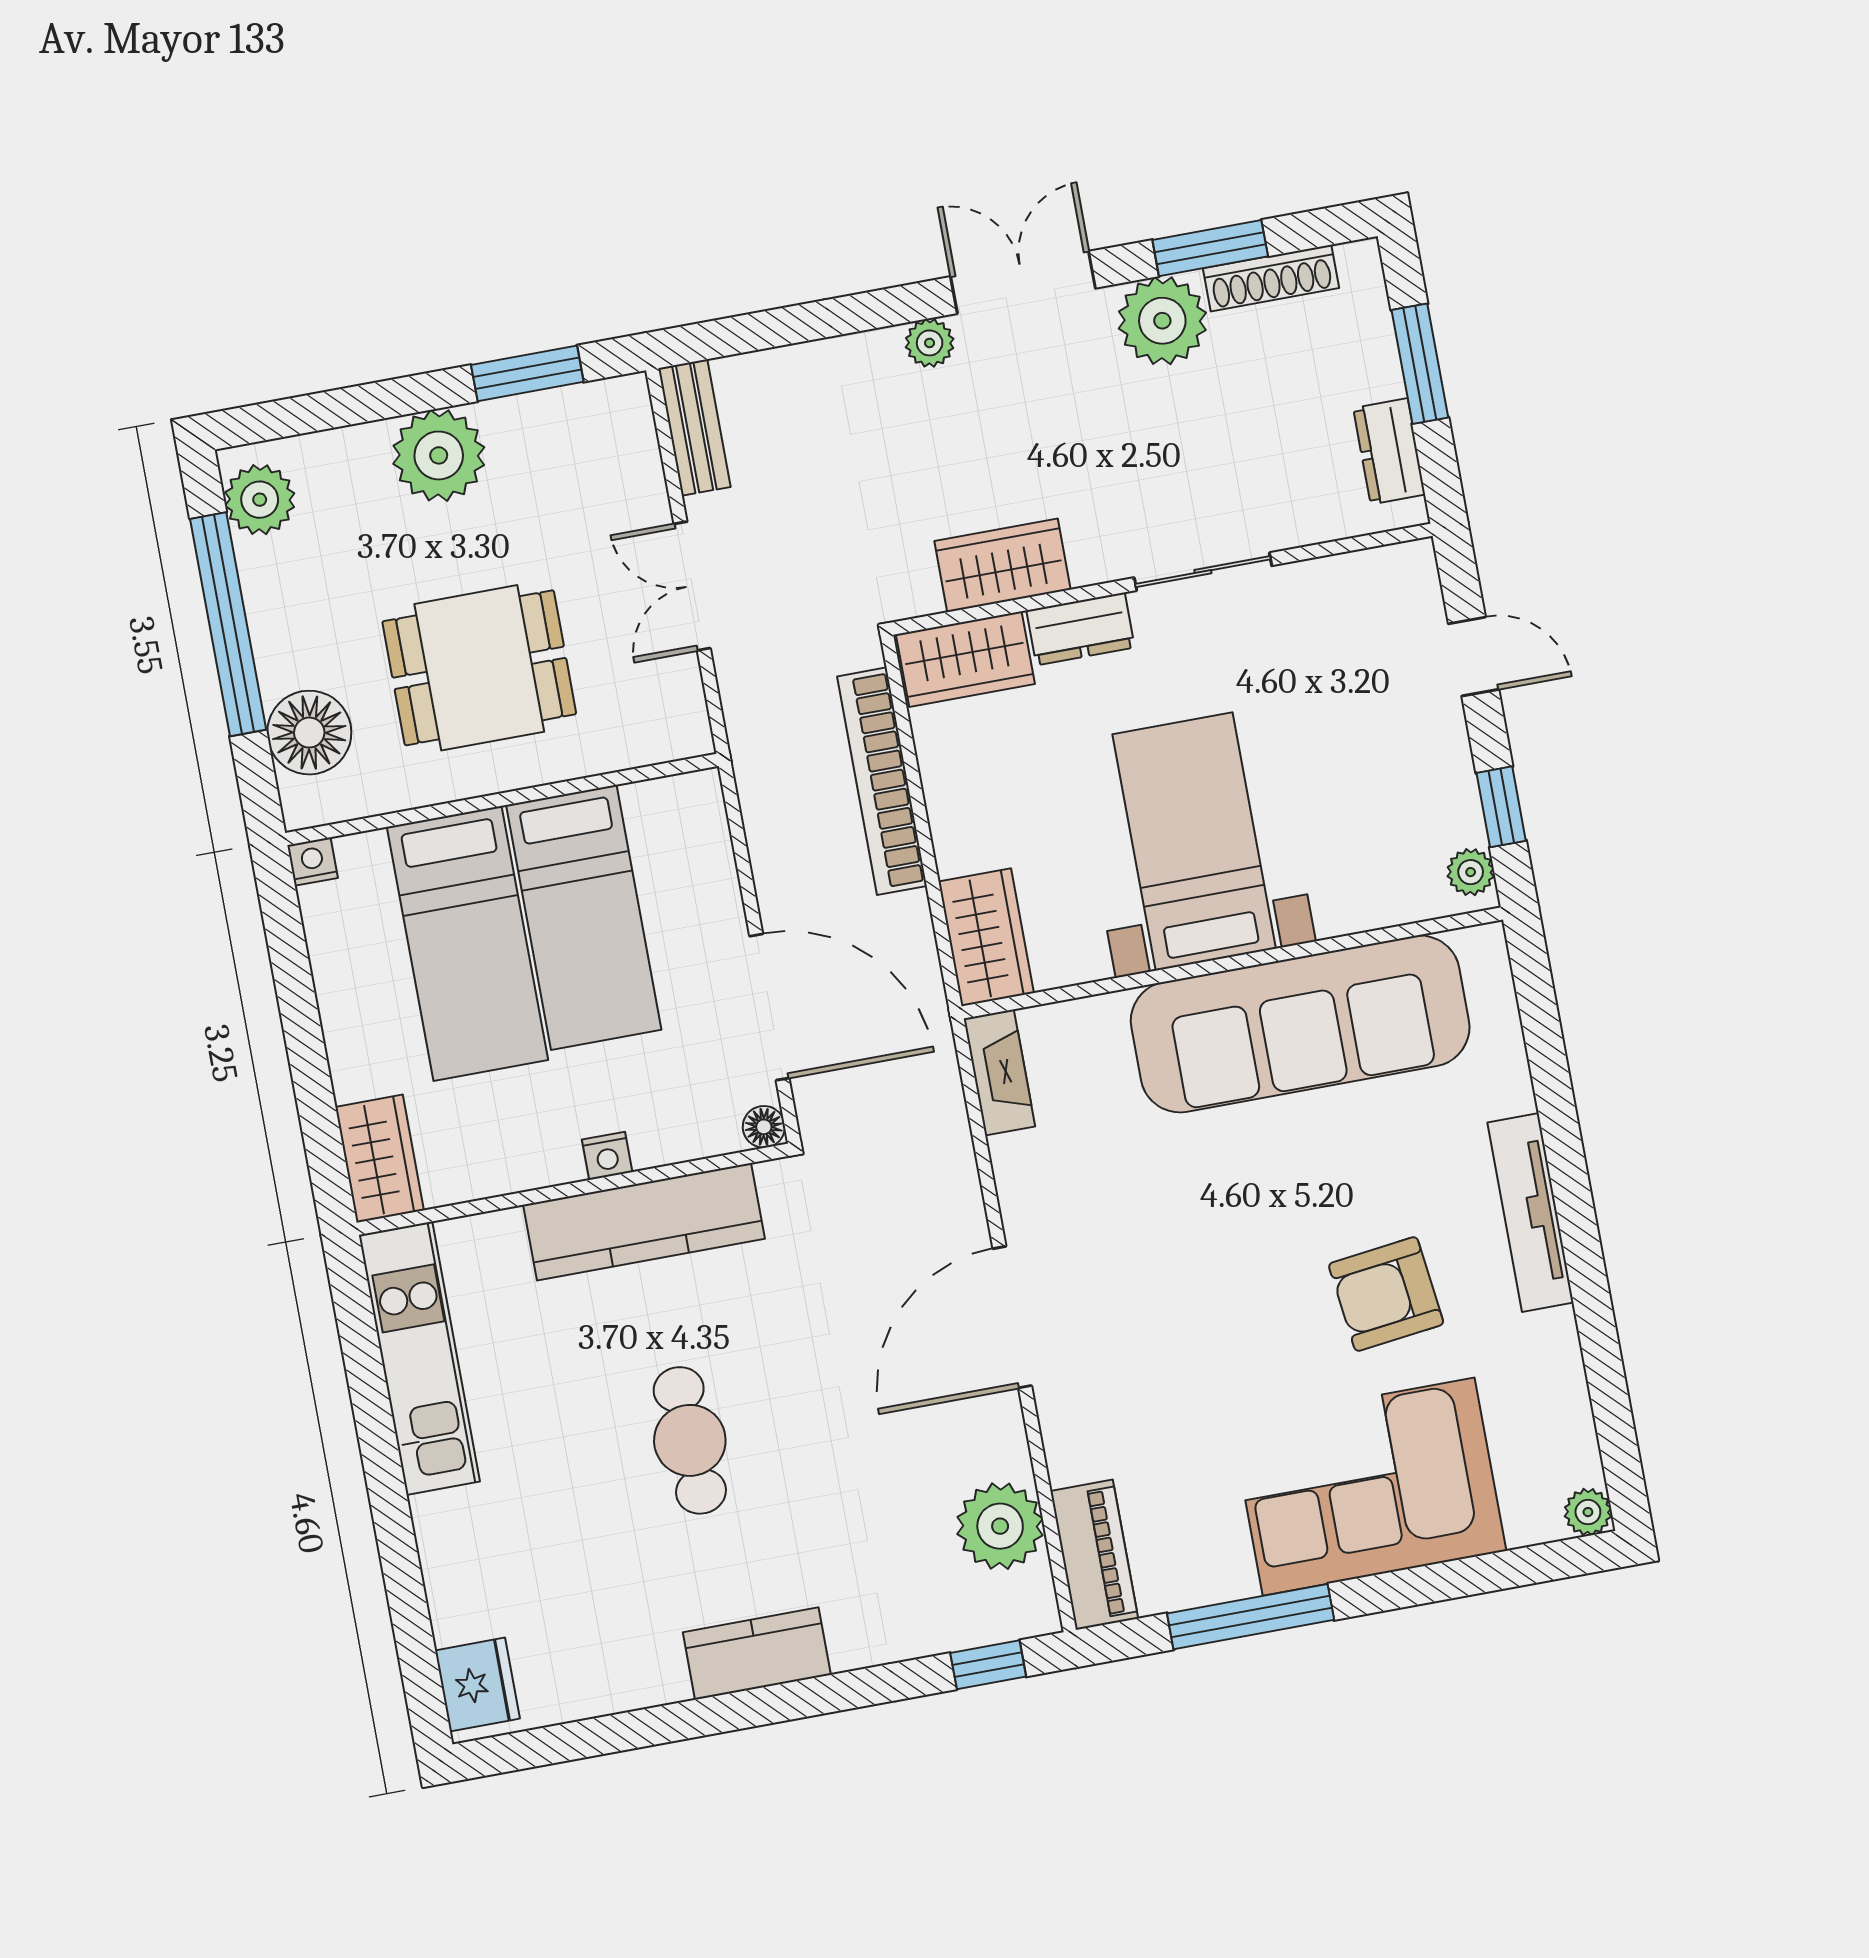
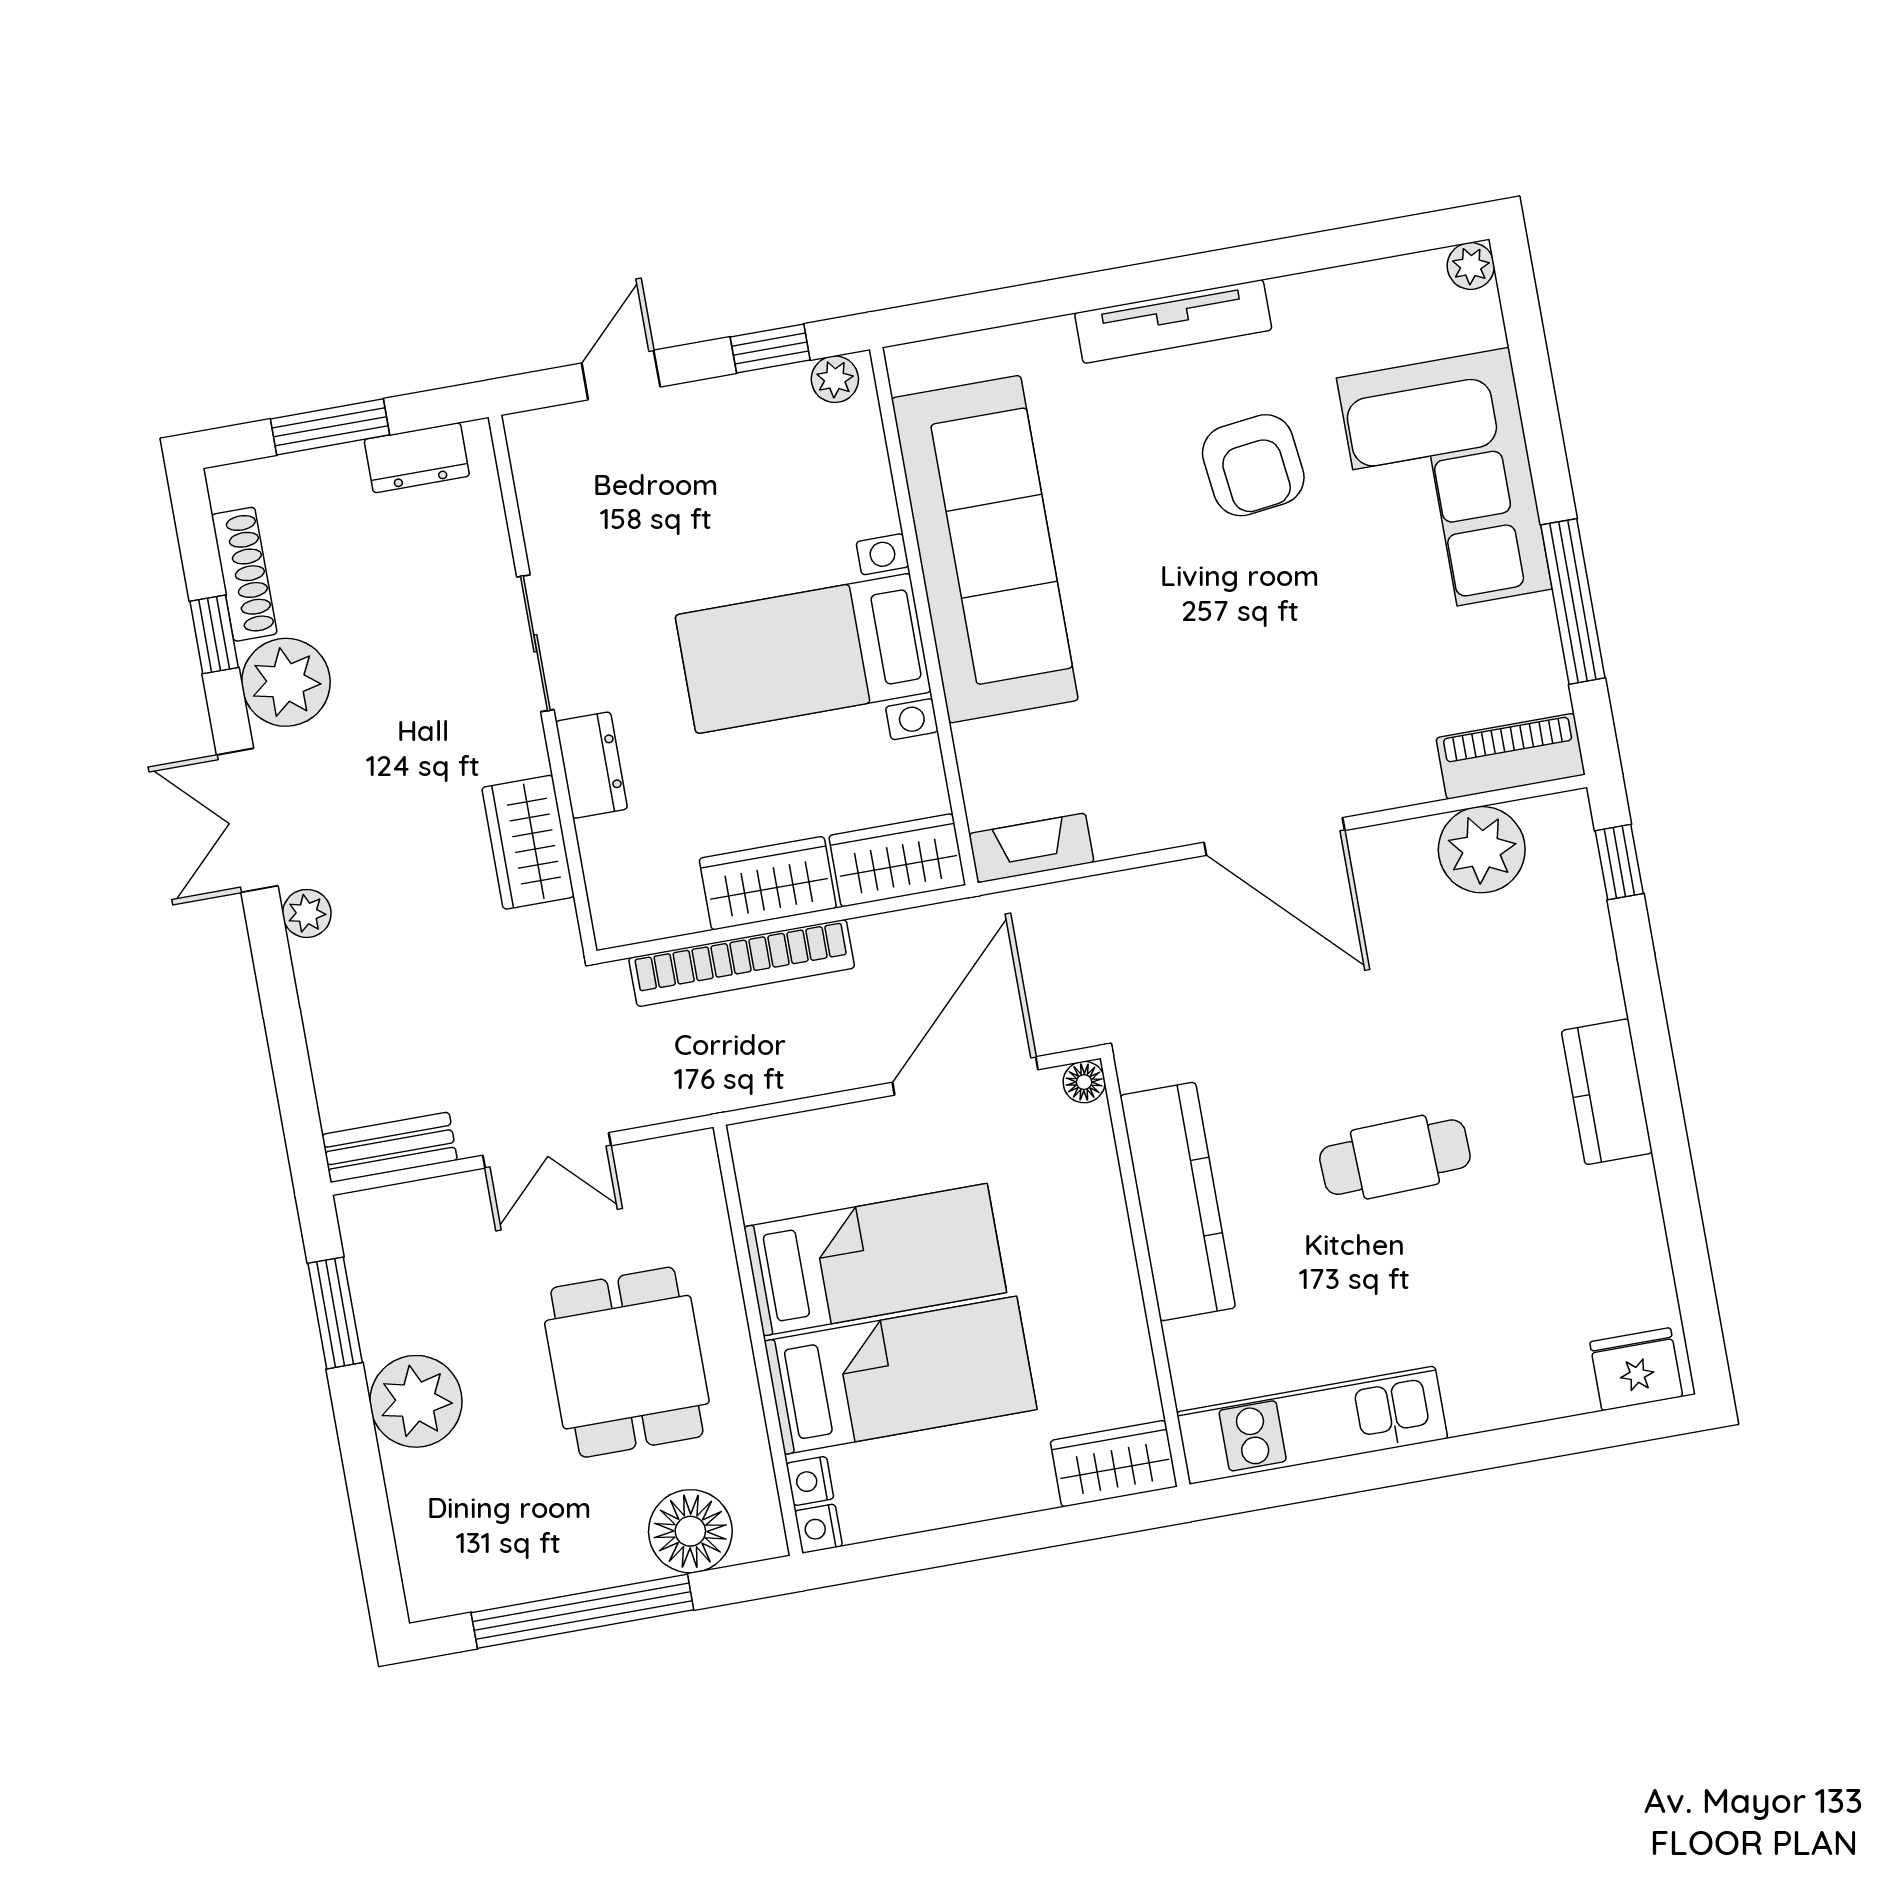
window: (1210, 248) -> (214, 634), width x0.67
plant: (260, 500) -> (459, 1579), removed
wardrobe: (965, 659) -> (768, 883), moved, turned -90
nightstand: (607, 1156) -> (810, 1481), moved, turned 180

